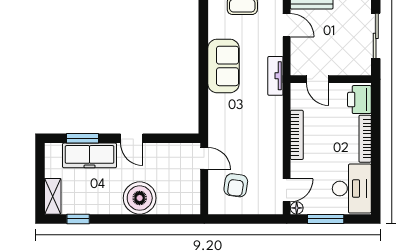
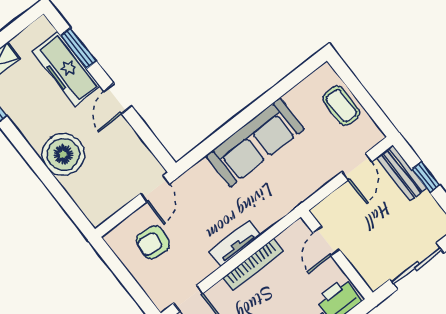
sofa: (223, 66) -> (255, 142), width x1.36
tv unit: (275, 76) -> (235, 243), moved

